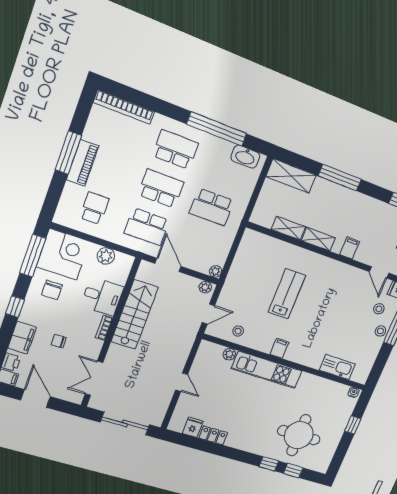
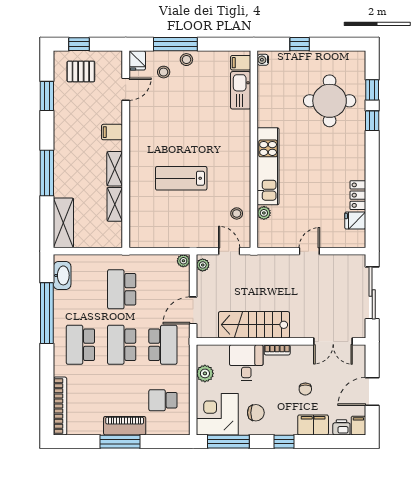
school desk: (212, 207) -> (122, 289), turned 180
filing cabinet: (279, 348) -> (241, 63), moved

